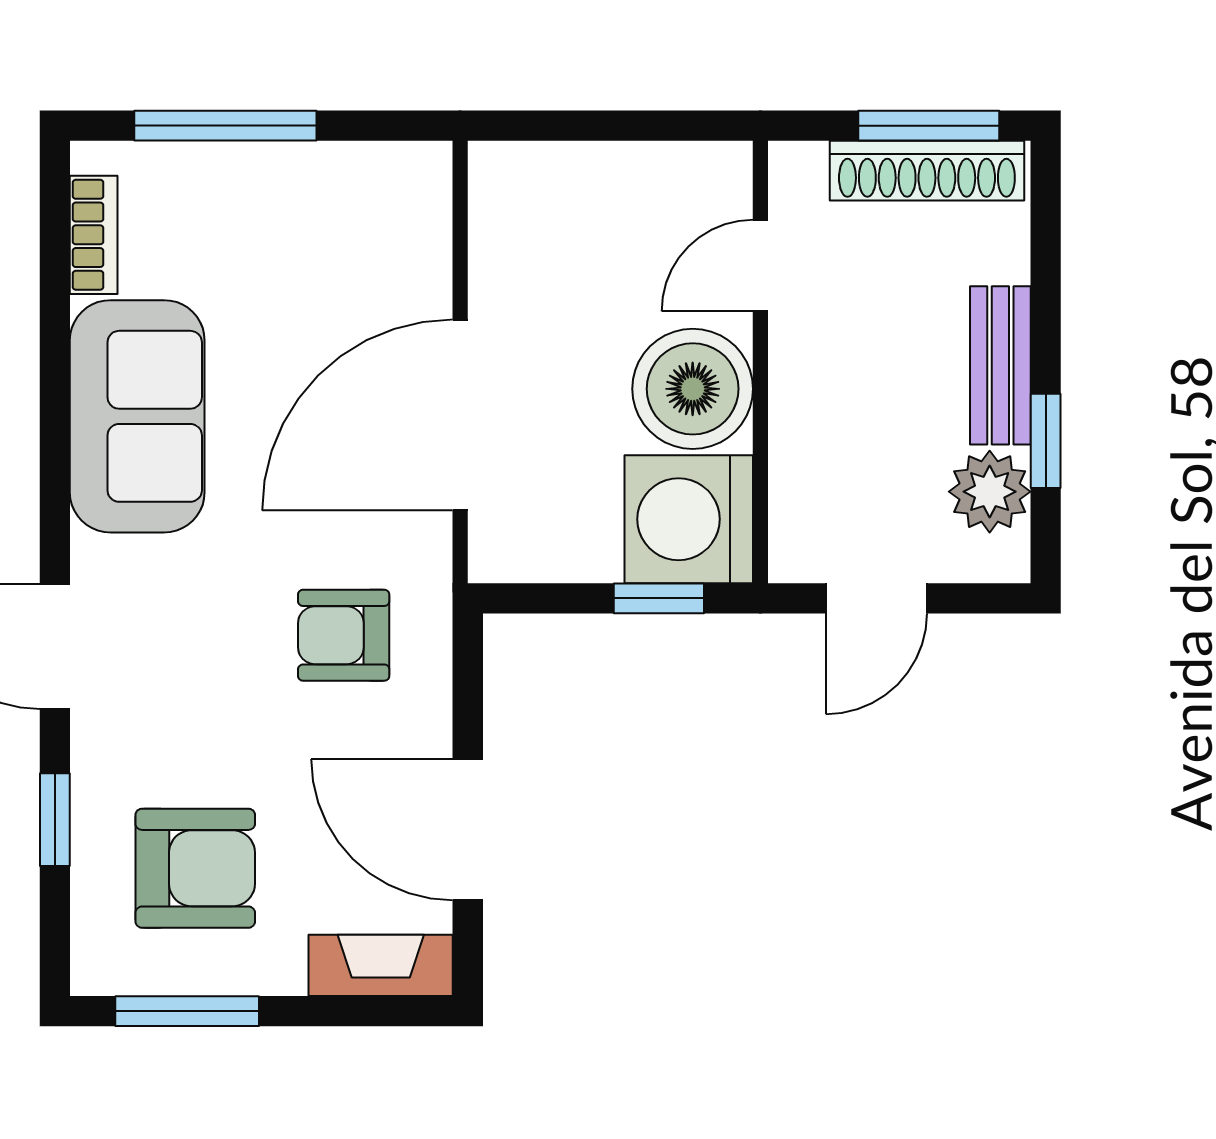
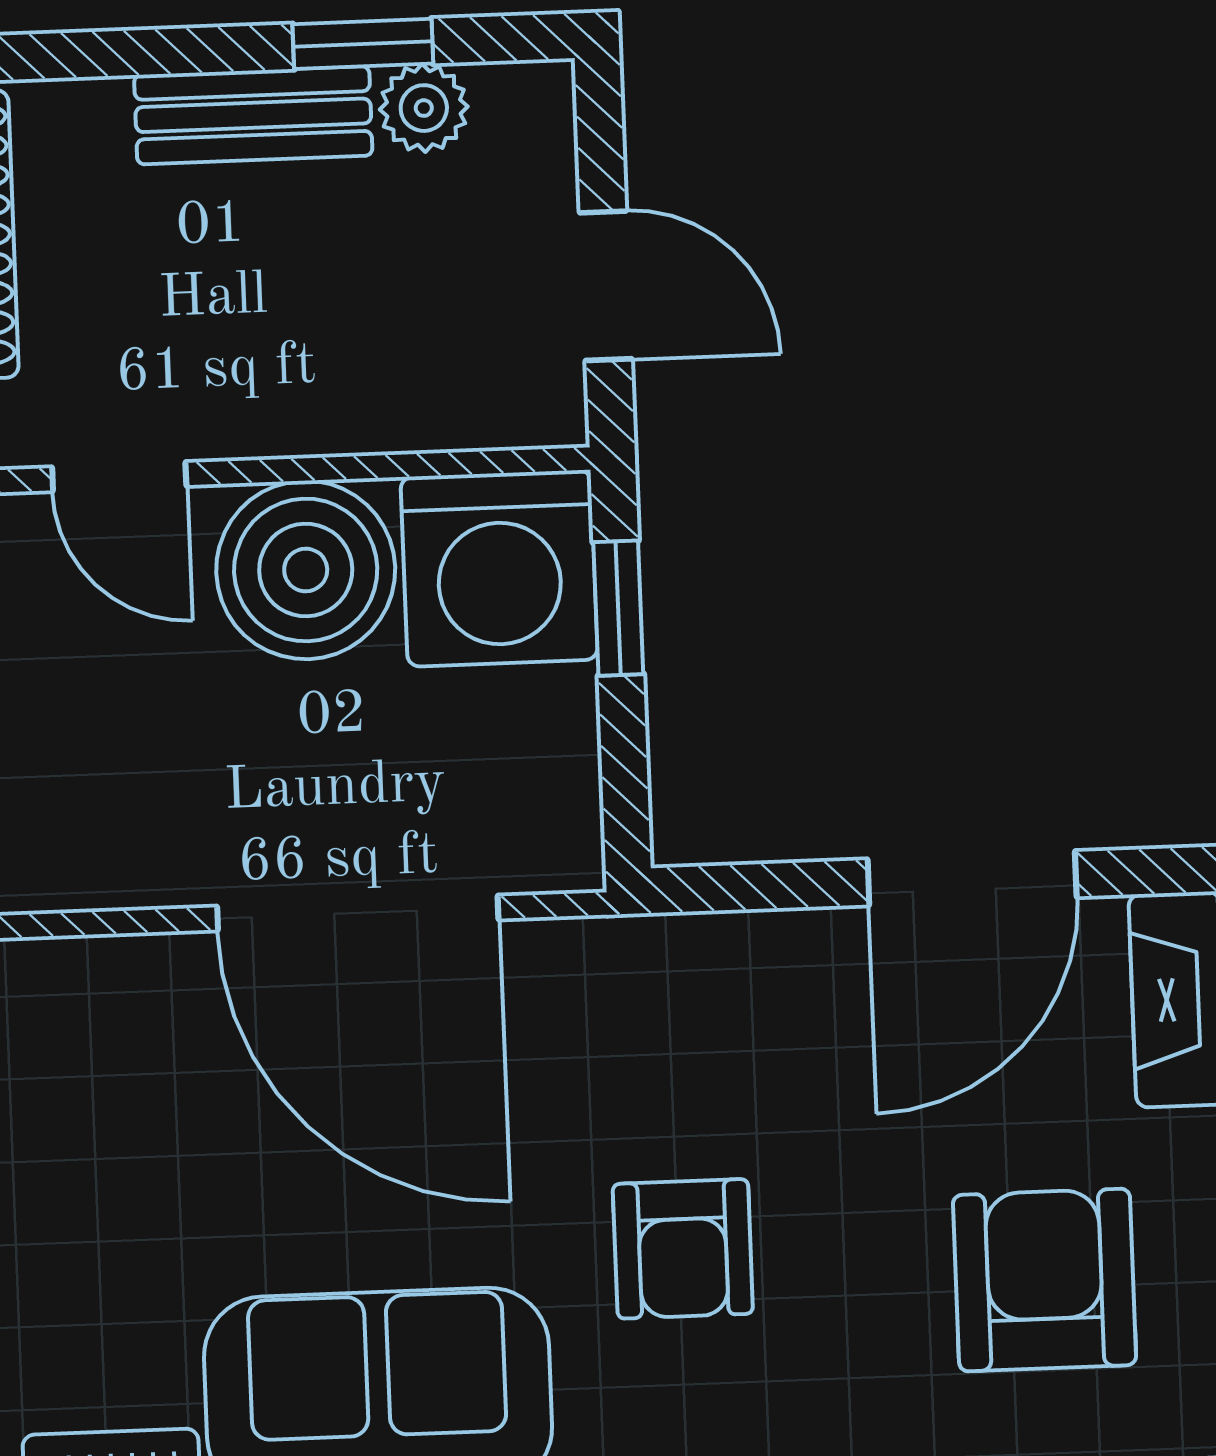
plant: (990, 492) -> (424, 108), width x0.73, depth x0.73
armchair: (344, 635) -> (683, 1249), moved

